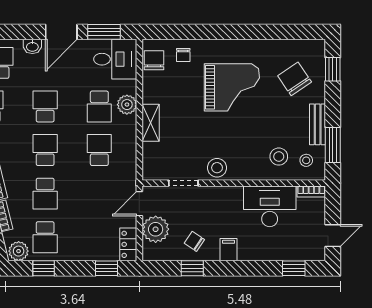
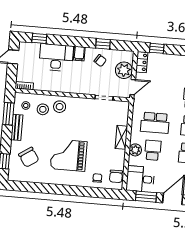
school desk: (99, 150) -> (155, 123), width x1.85
stool: (217, 168) -> (60, 107), moved
desk: (270, 206) -> (56, 57), moved, turned 180

